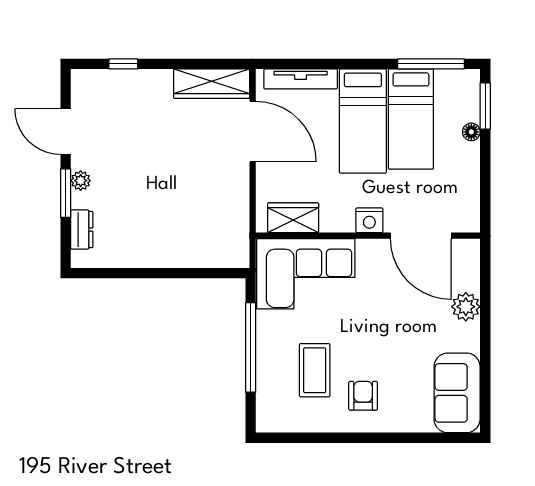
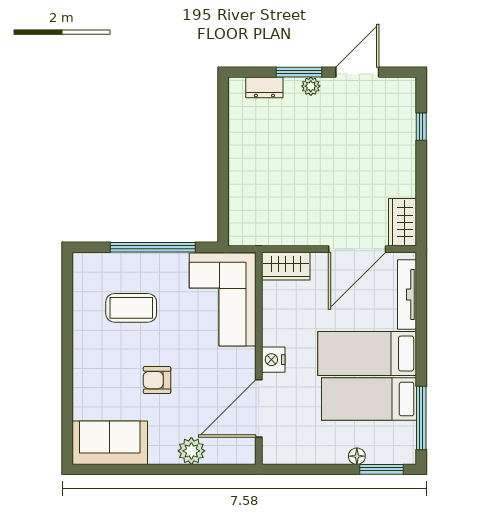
wardrobe: (212, 84) -> (403, 222), width x0.67
wardrobe: (293, 218) -> (286, 266), moved, turned 90
armchair: (363, 396) -> (157, 380), moved, turned 180

